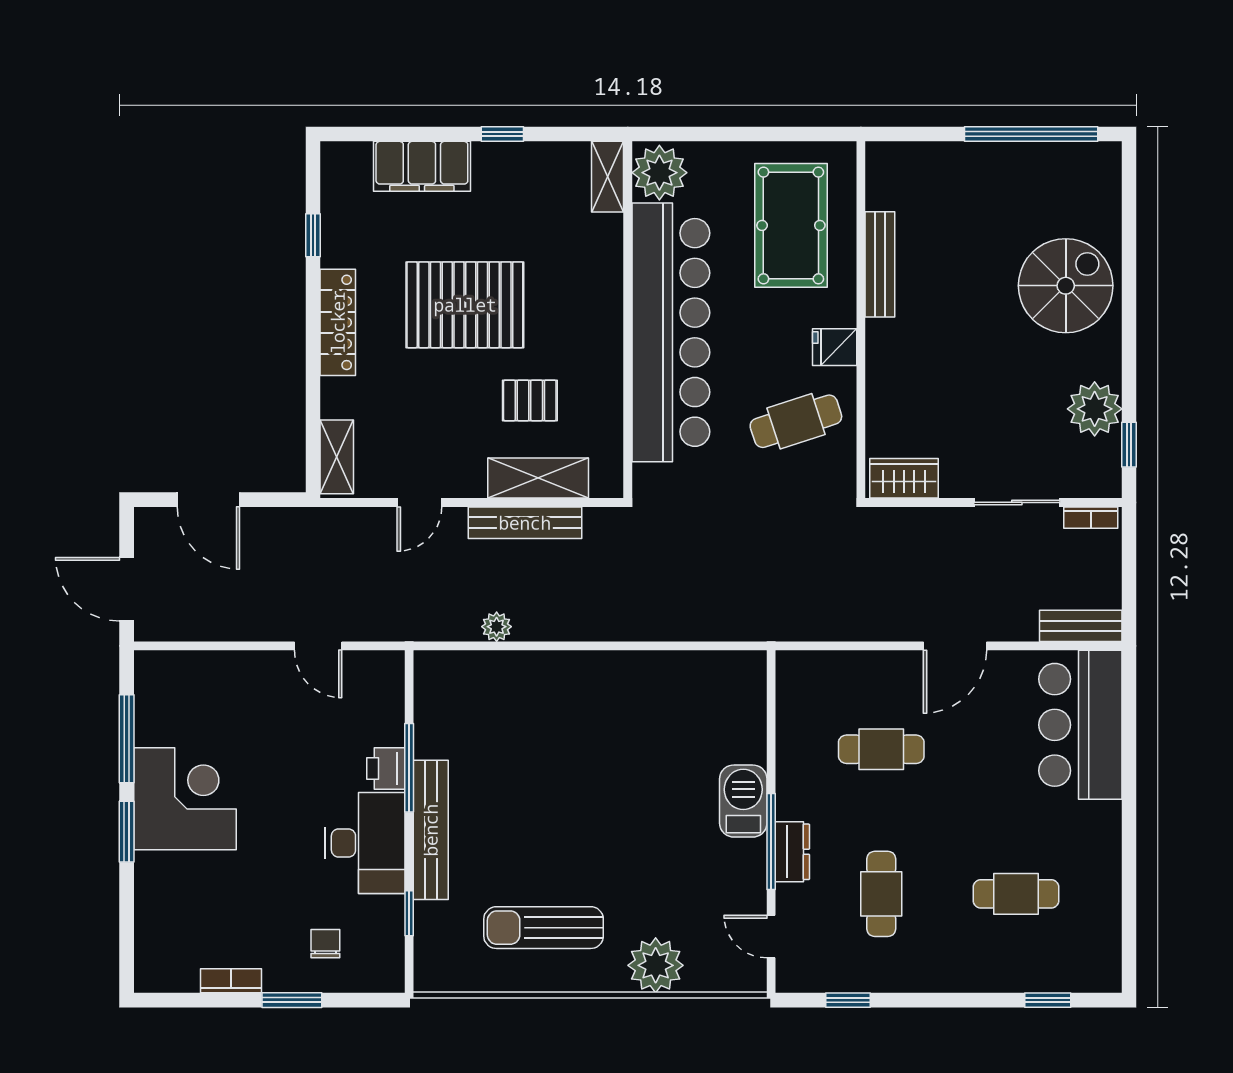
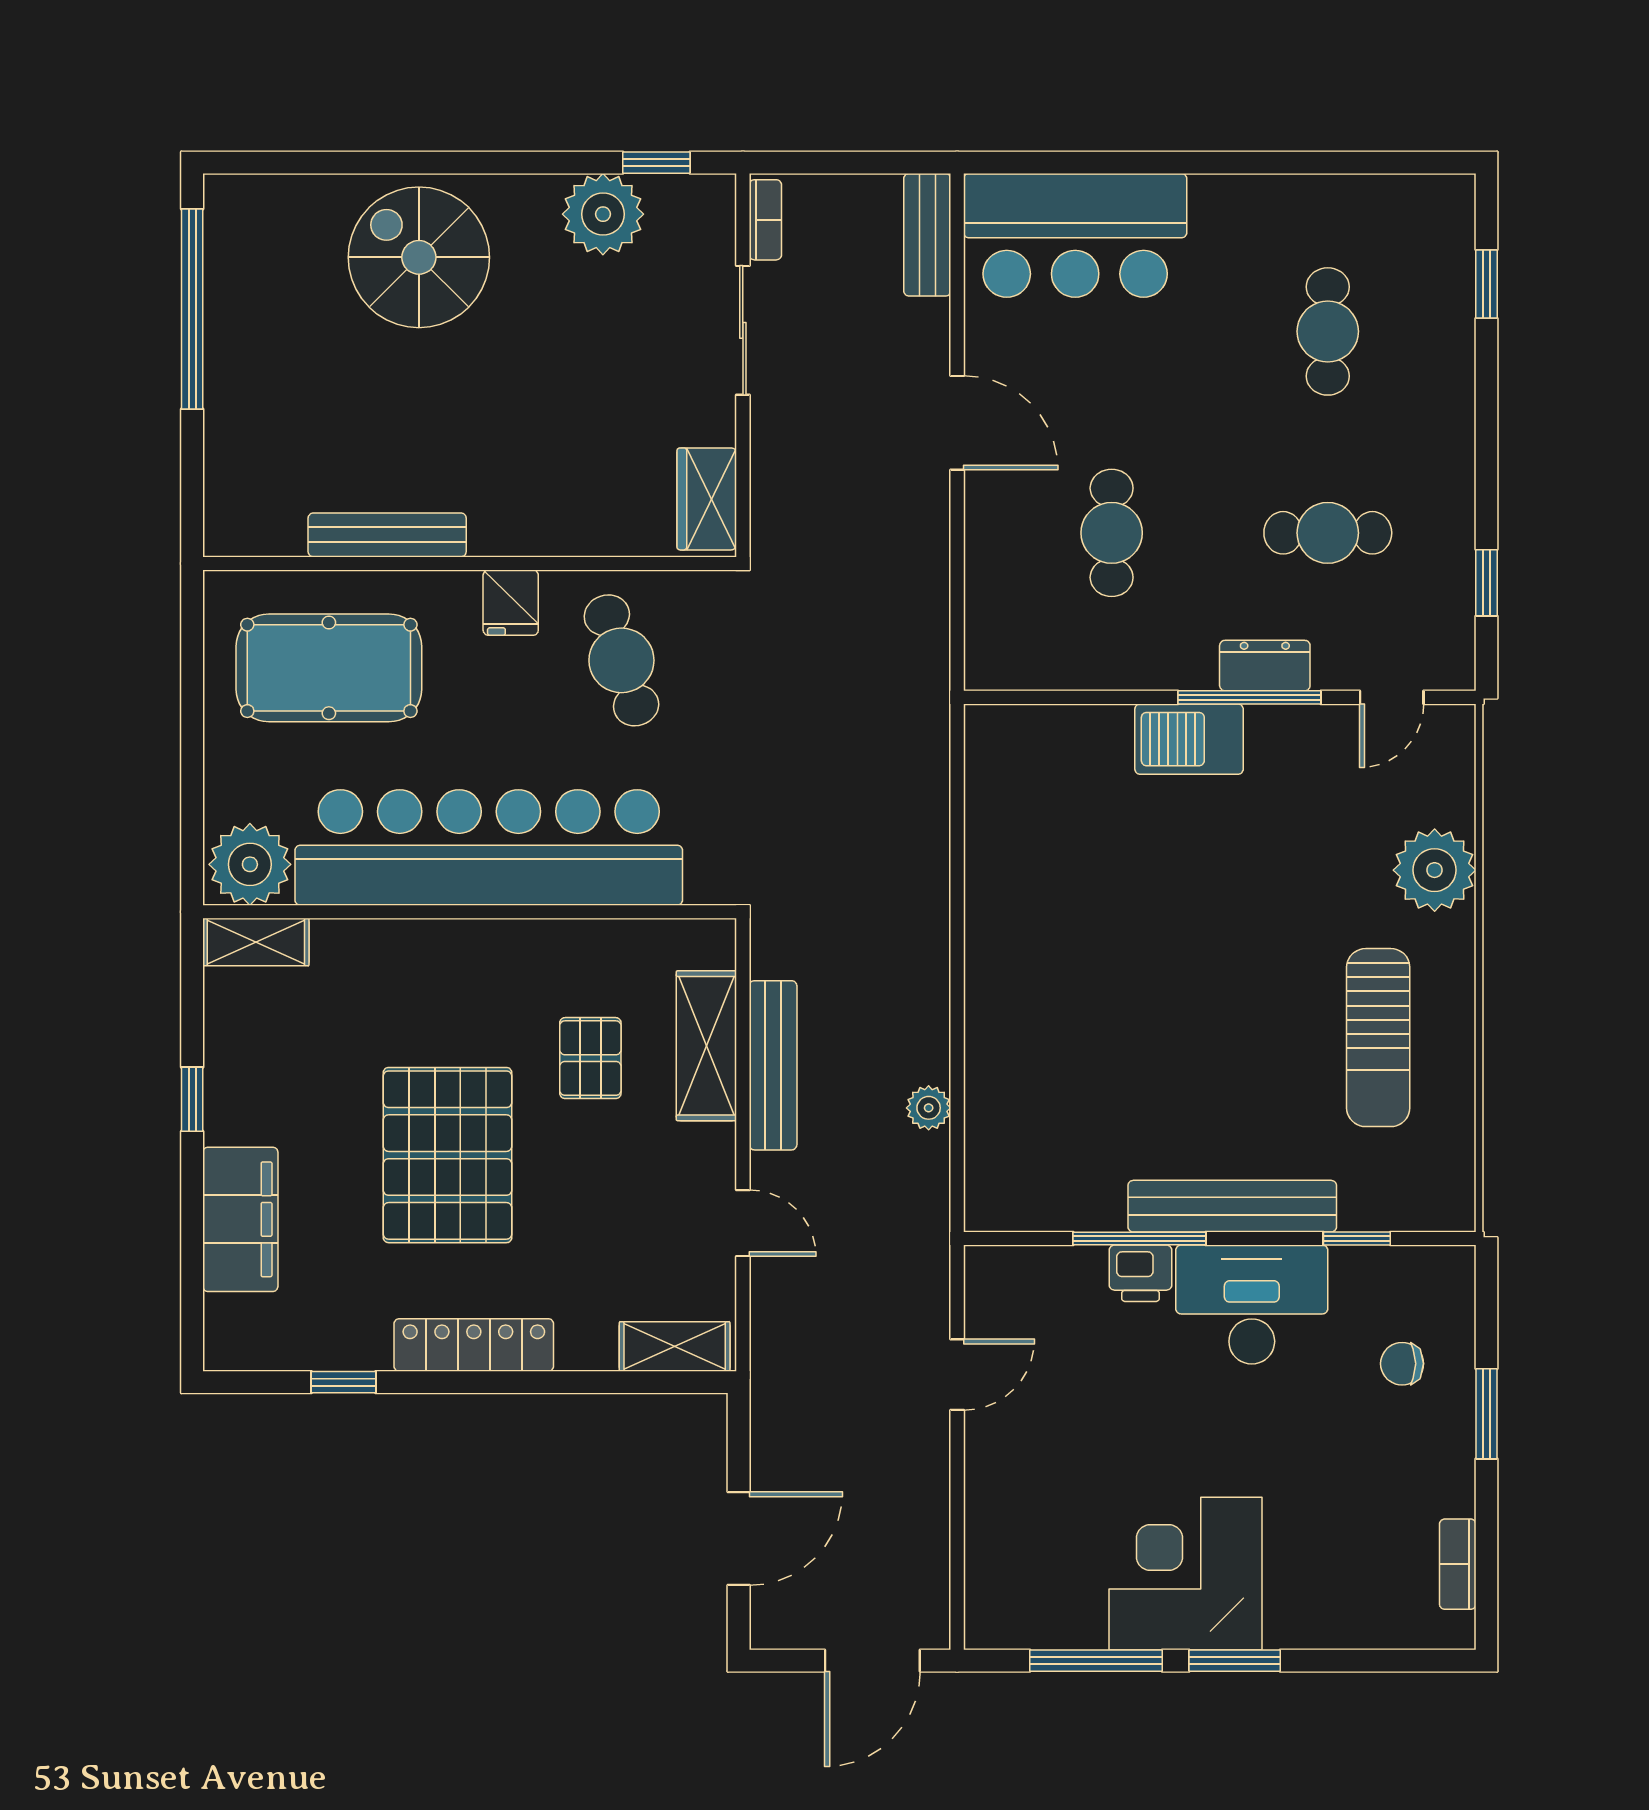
bookcase: (231, 981) -> (1458, 1564), moved

